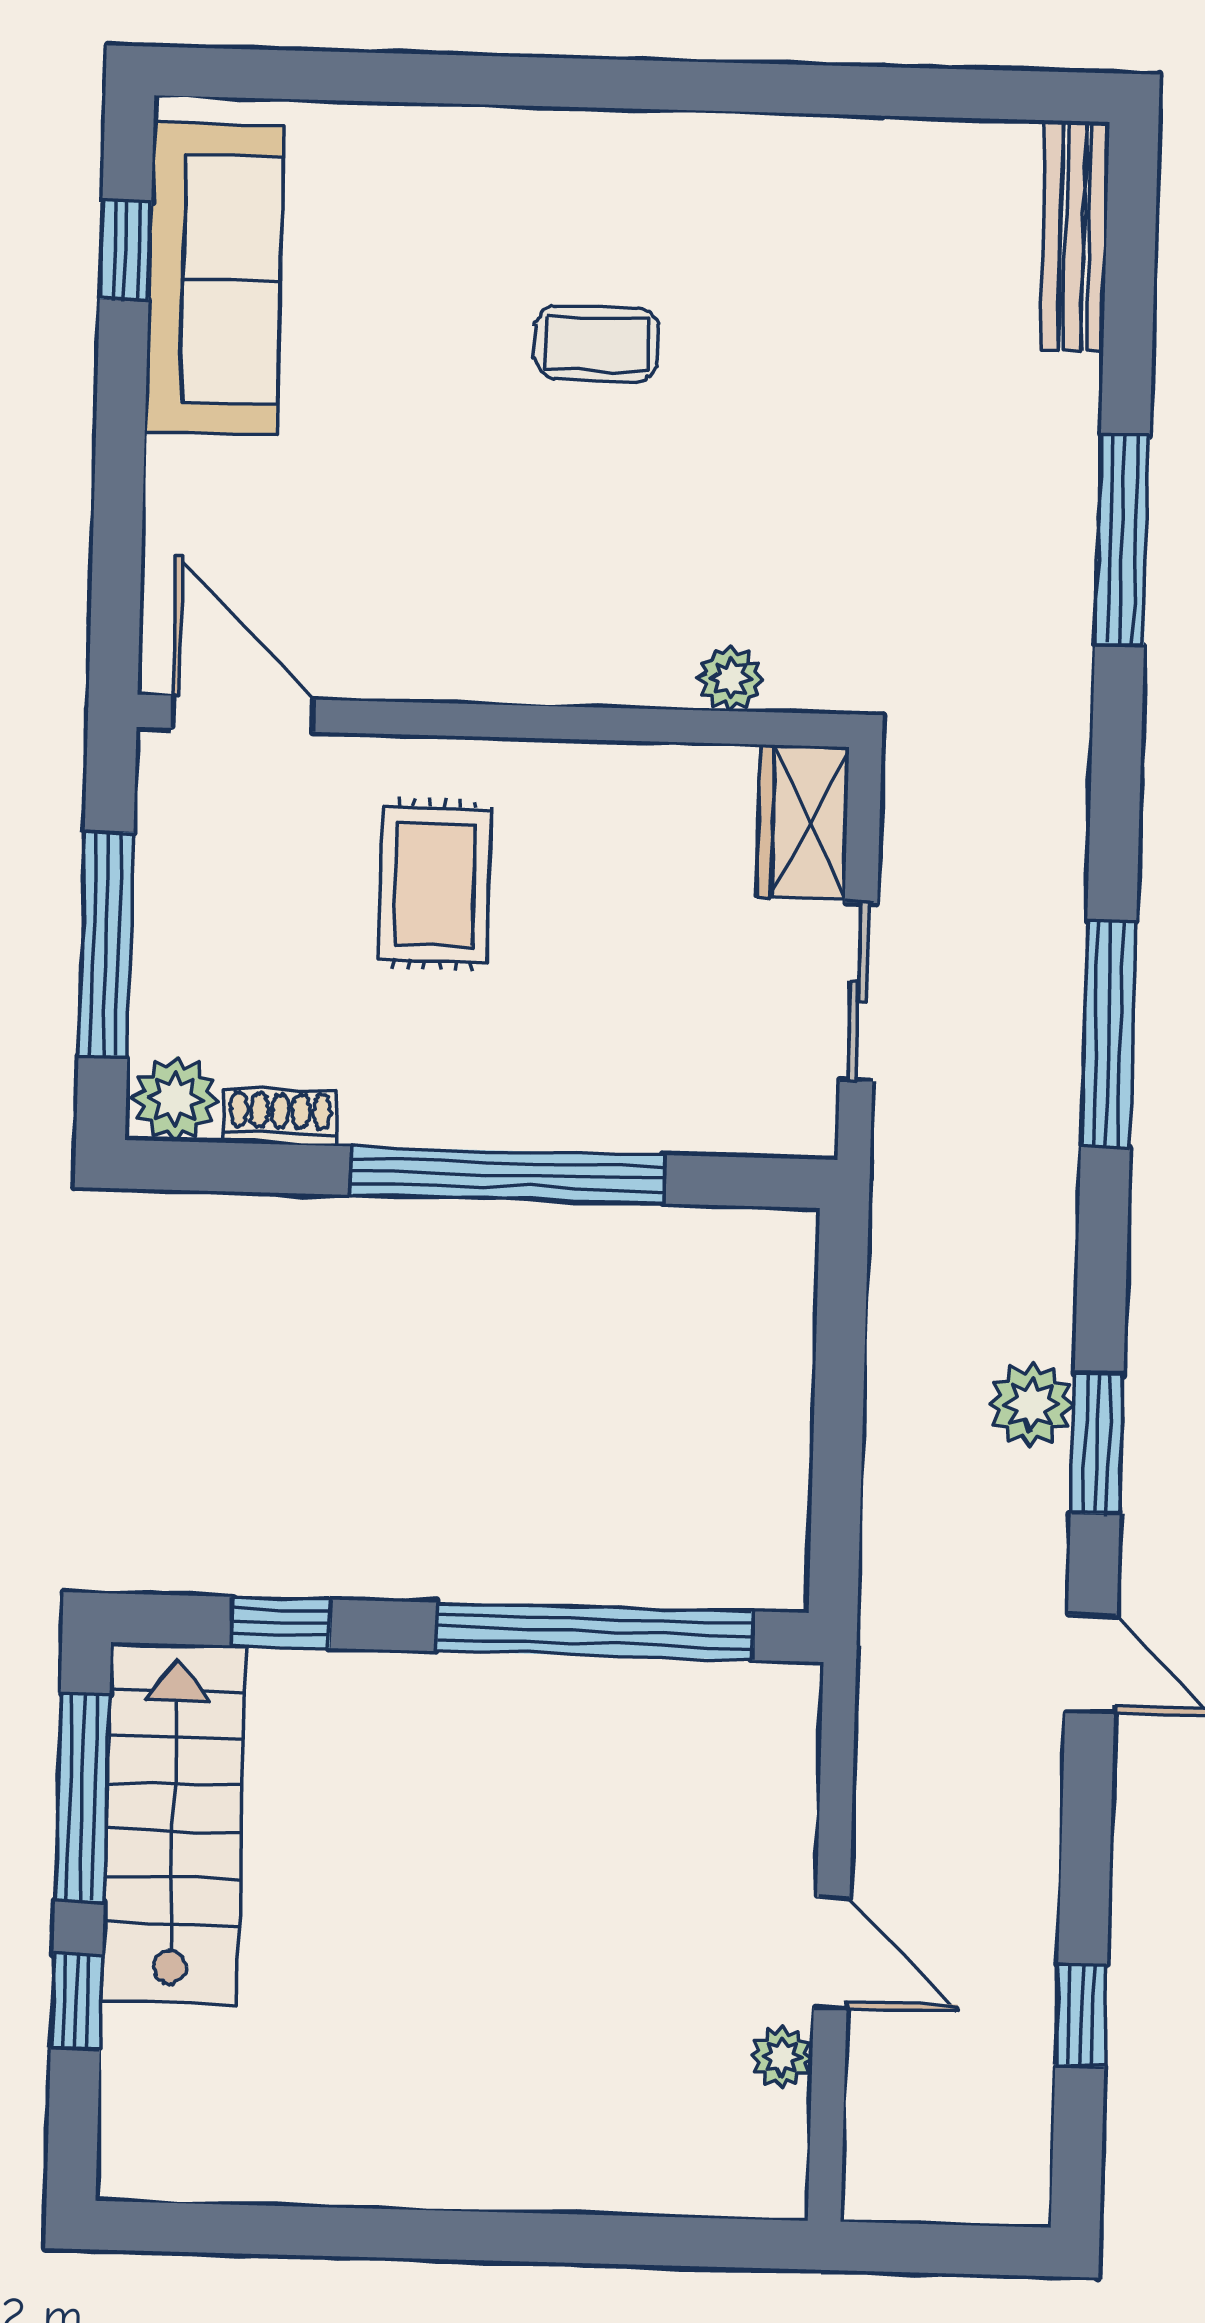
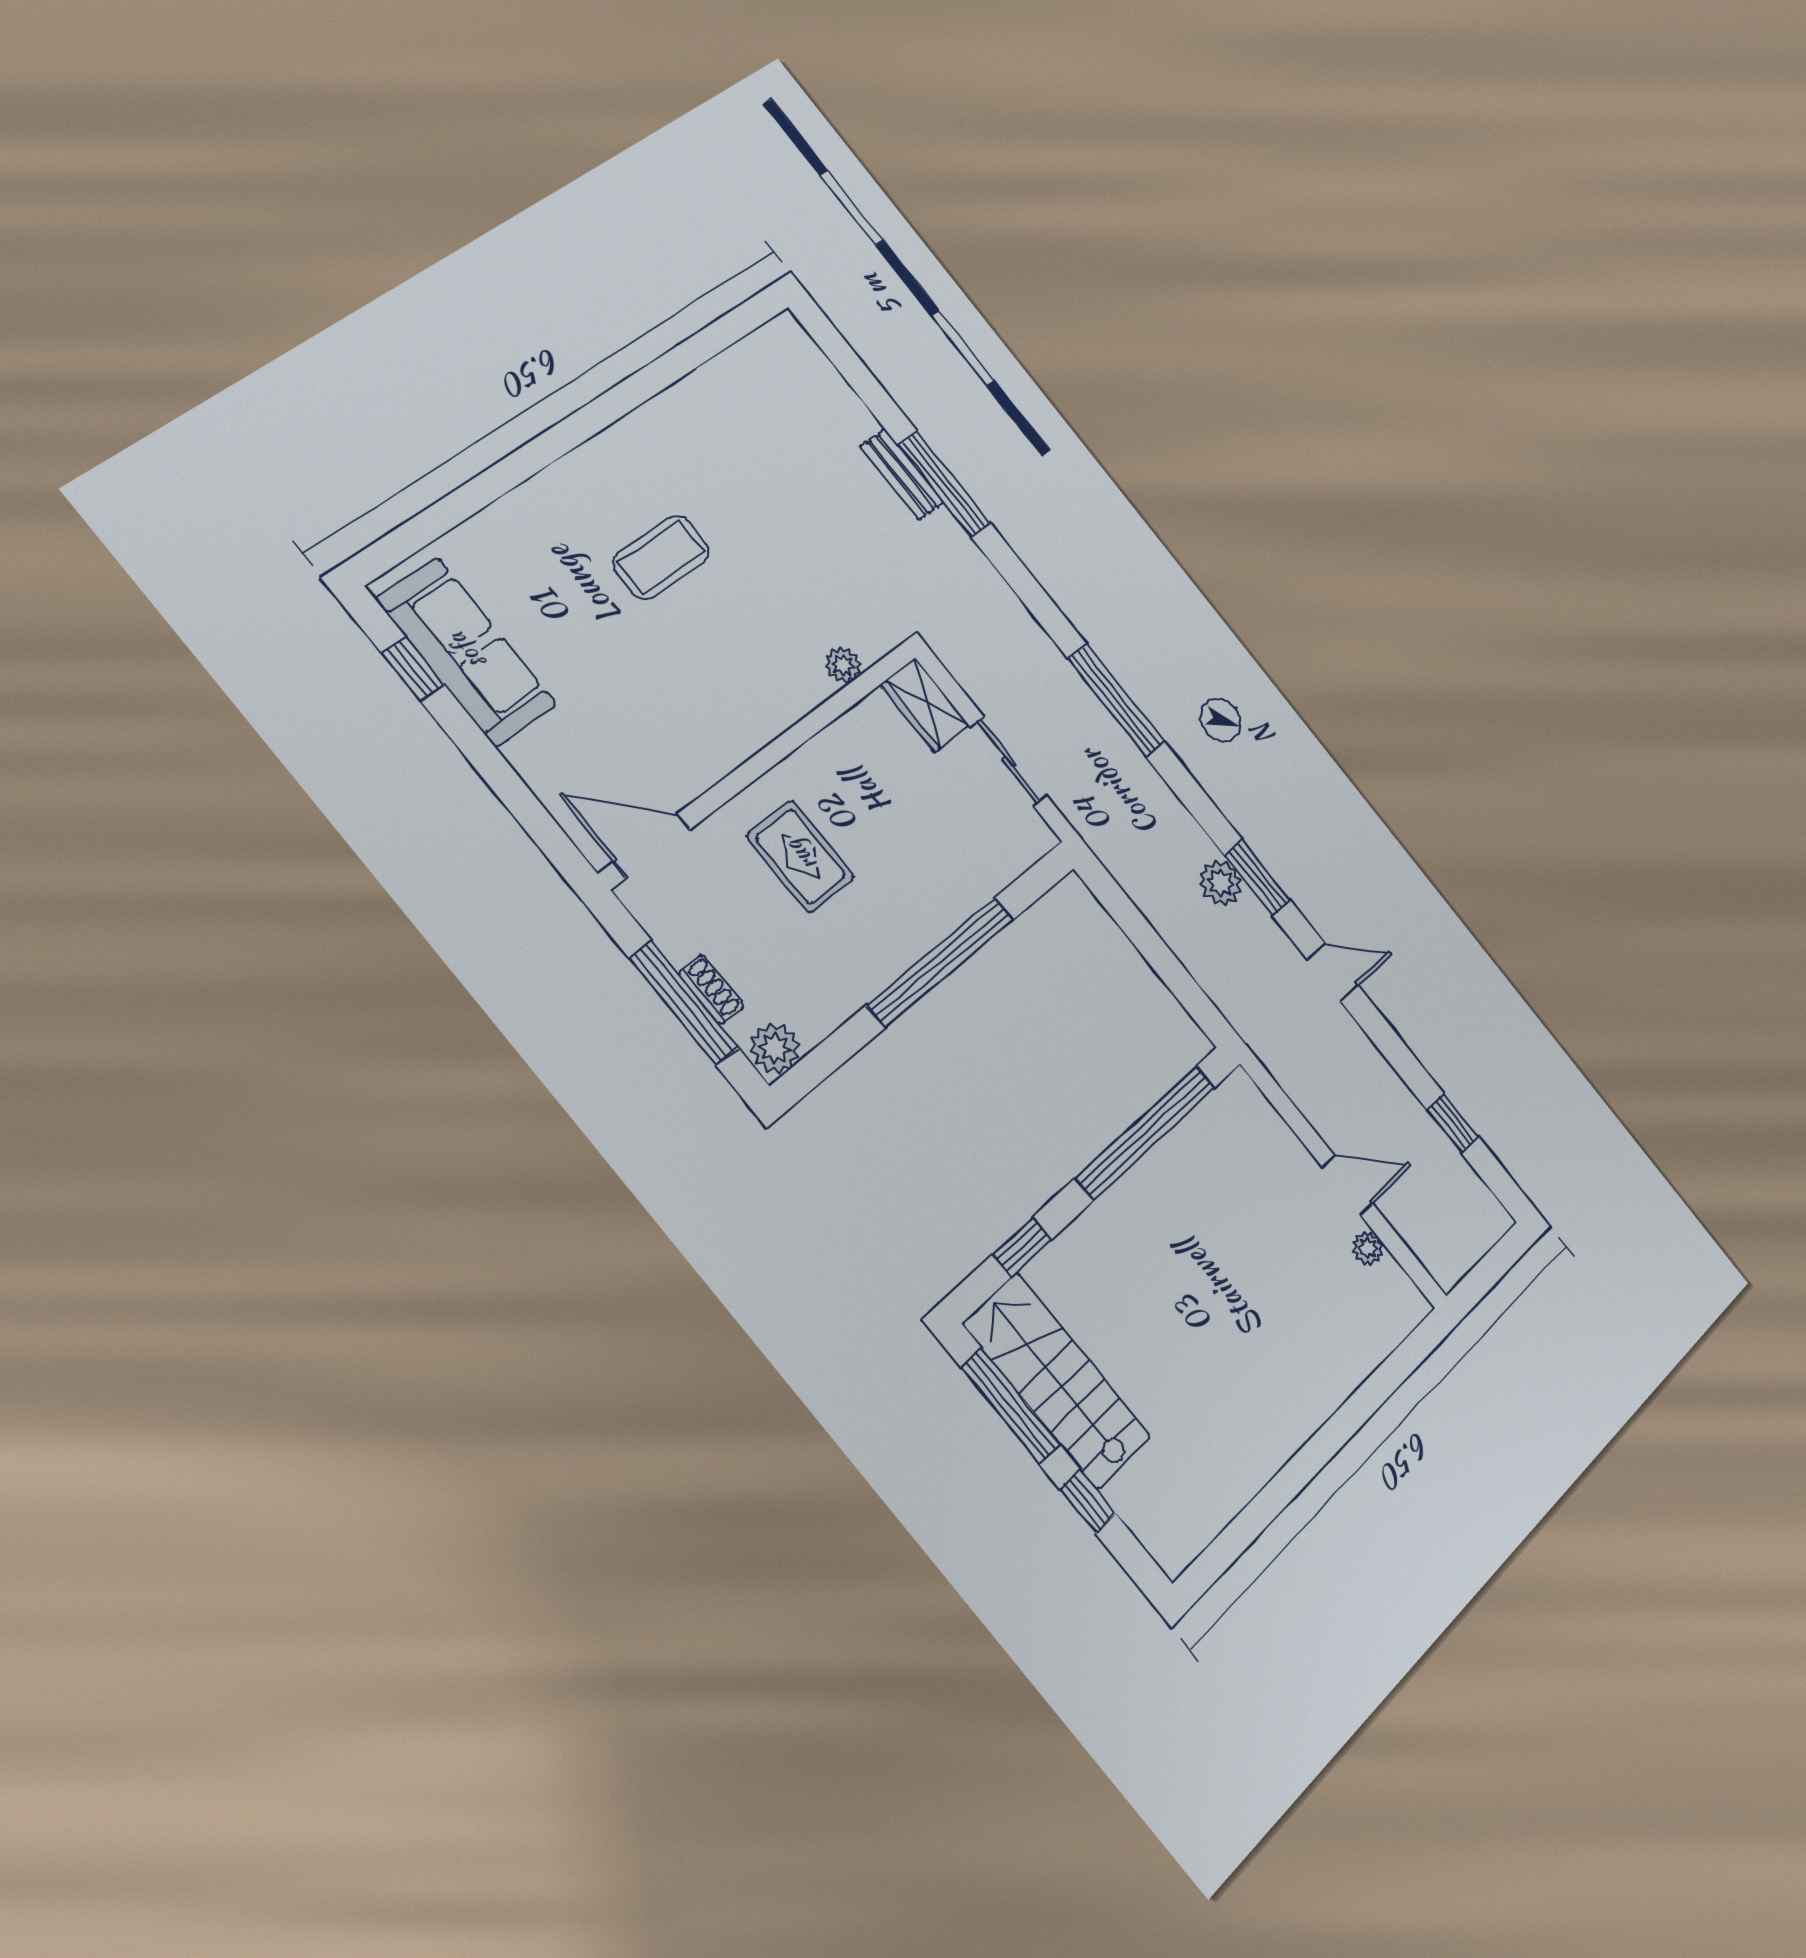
bench: (1074, 236) -> (902, 474), moved, width x0.73
coffee table: (597, 344) -> (661, 557), width x1.36, depth x1.30
shoe rack: (280, 1117) -> (711, 990), moved, turned 90

